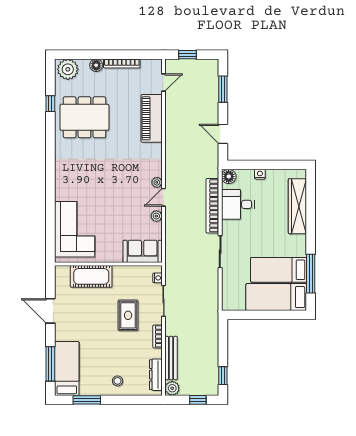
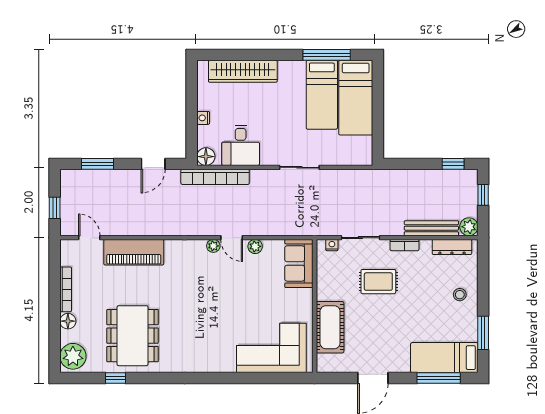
bookcase: (212, 206) -> (215, 177), moved

